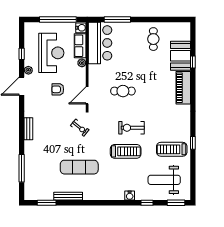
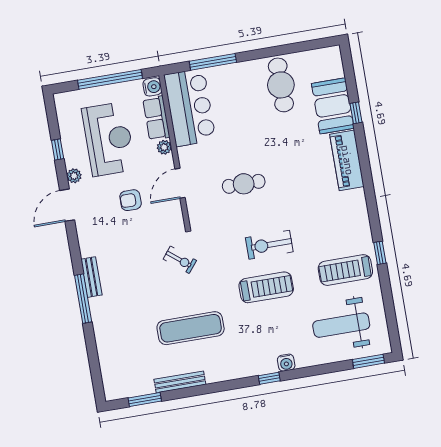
cafe table: (153, 39) -> (281, 85), width x1.37, depth x1.35
door: (87, 95) -> (180, 183), moved
window: (22, 168) -> (83, 299), moved
window: (147, 203) -> (269, 378), moved

